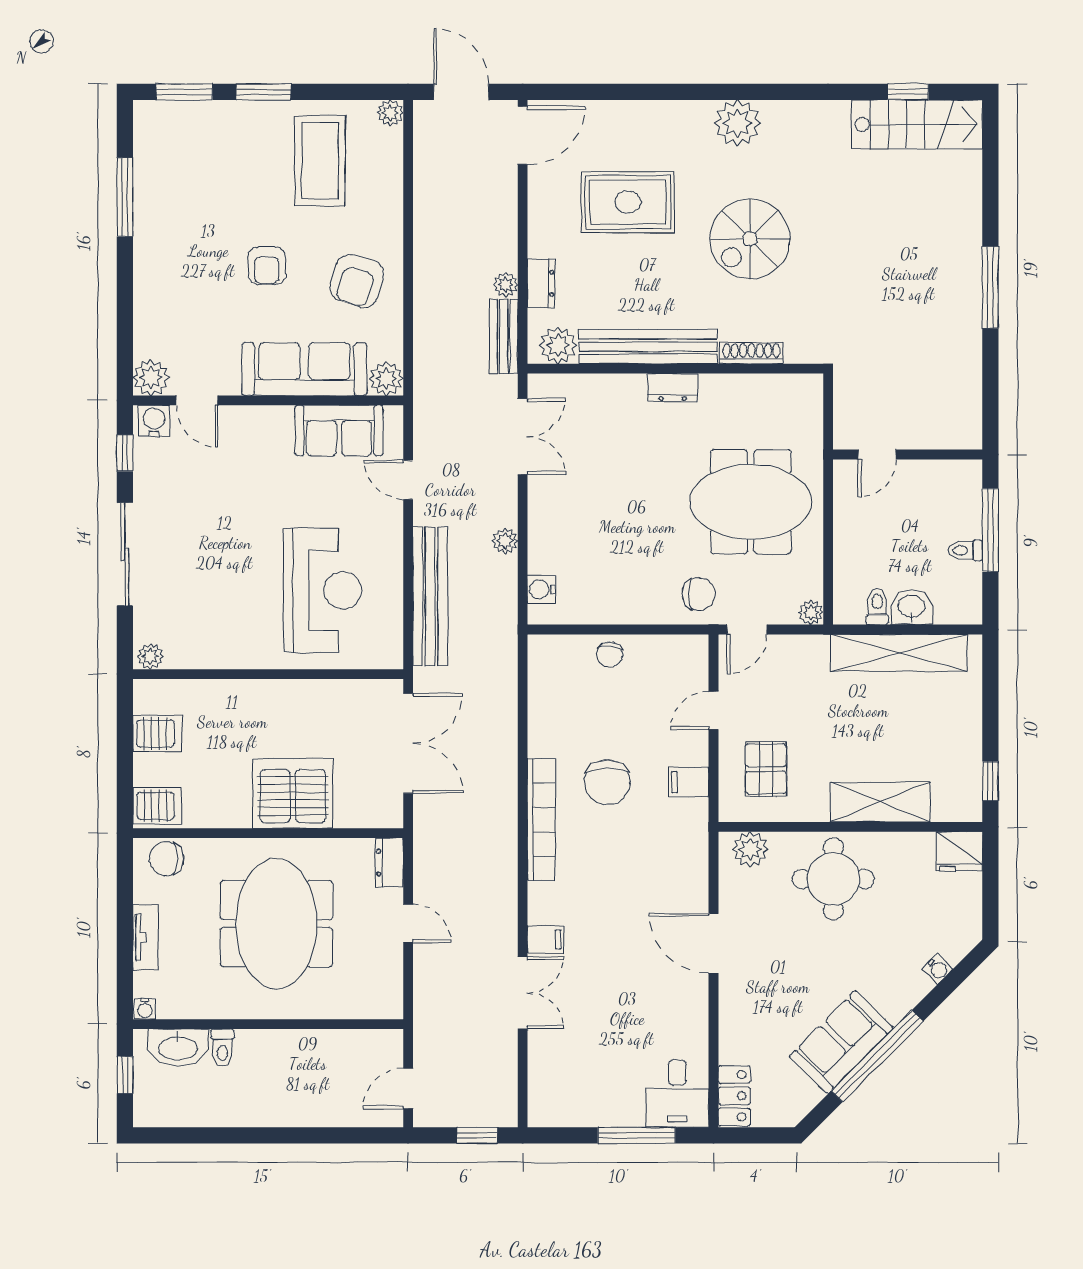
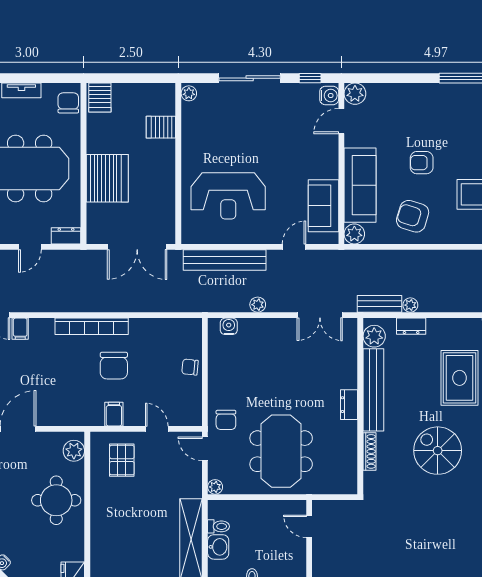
server rack: (157, 733) -> (161, 127), moved, turned 90
pallet: (766, 769) -> (122, 460), turned 90
chair: (607, 782) -> (114, 366), turned -90
shelving: (880, 802) -> (102, 528), removed

